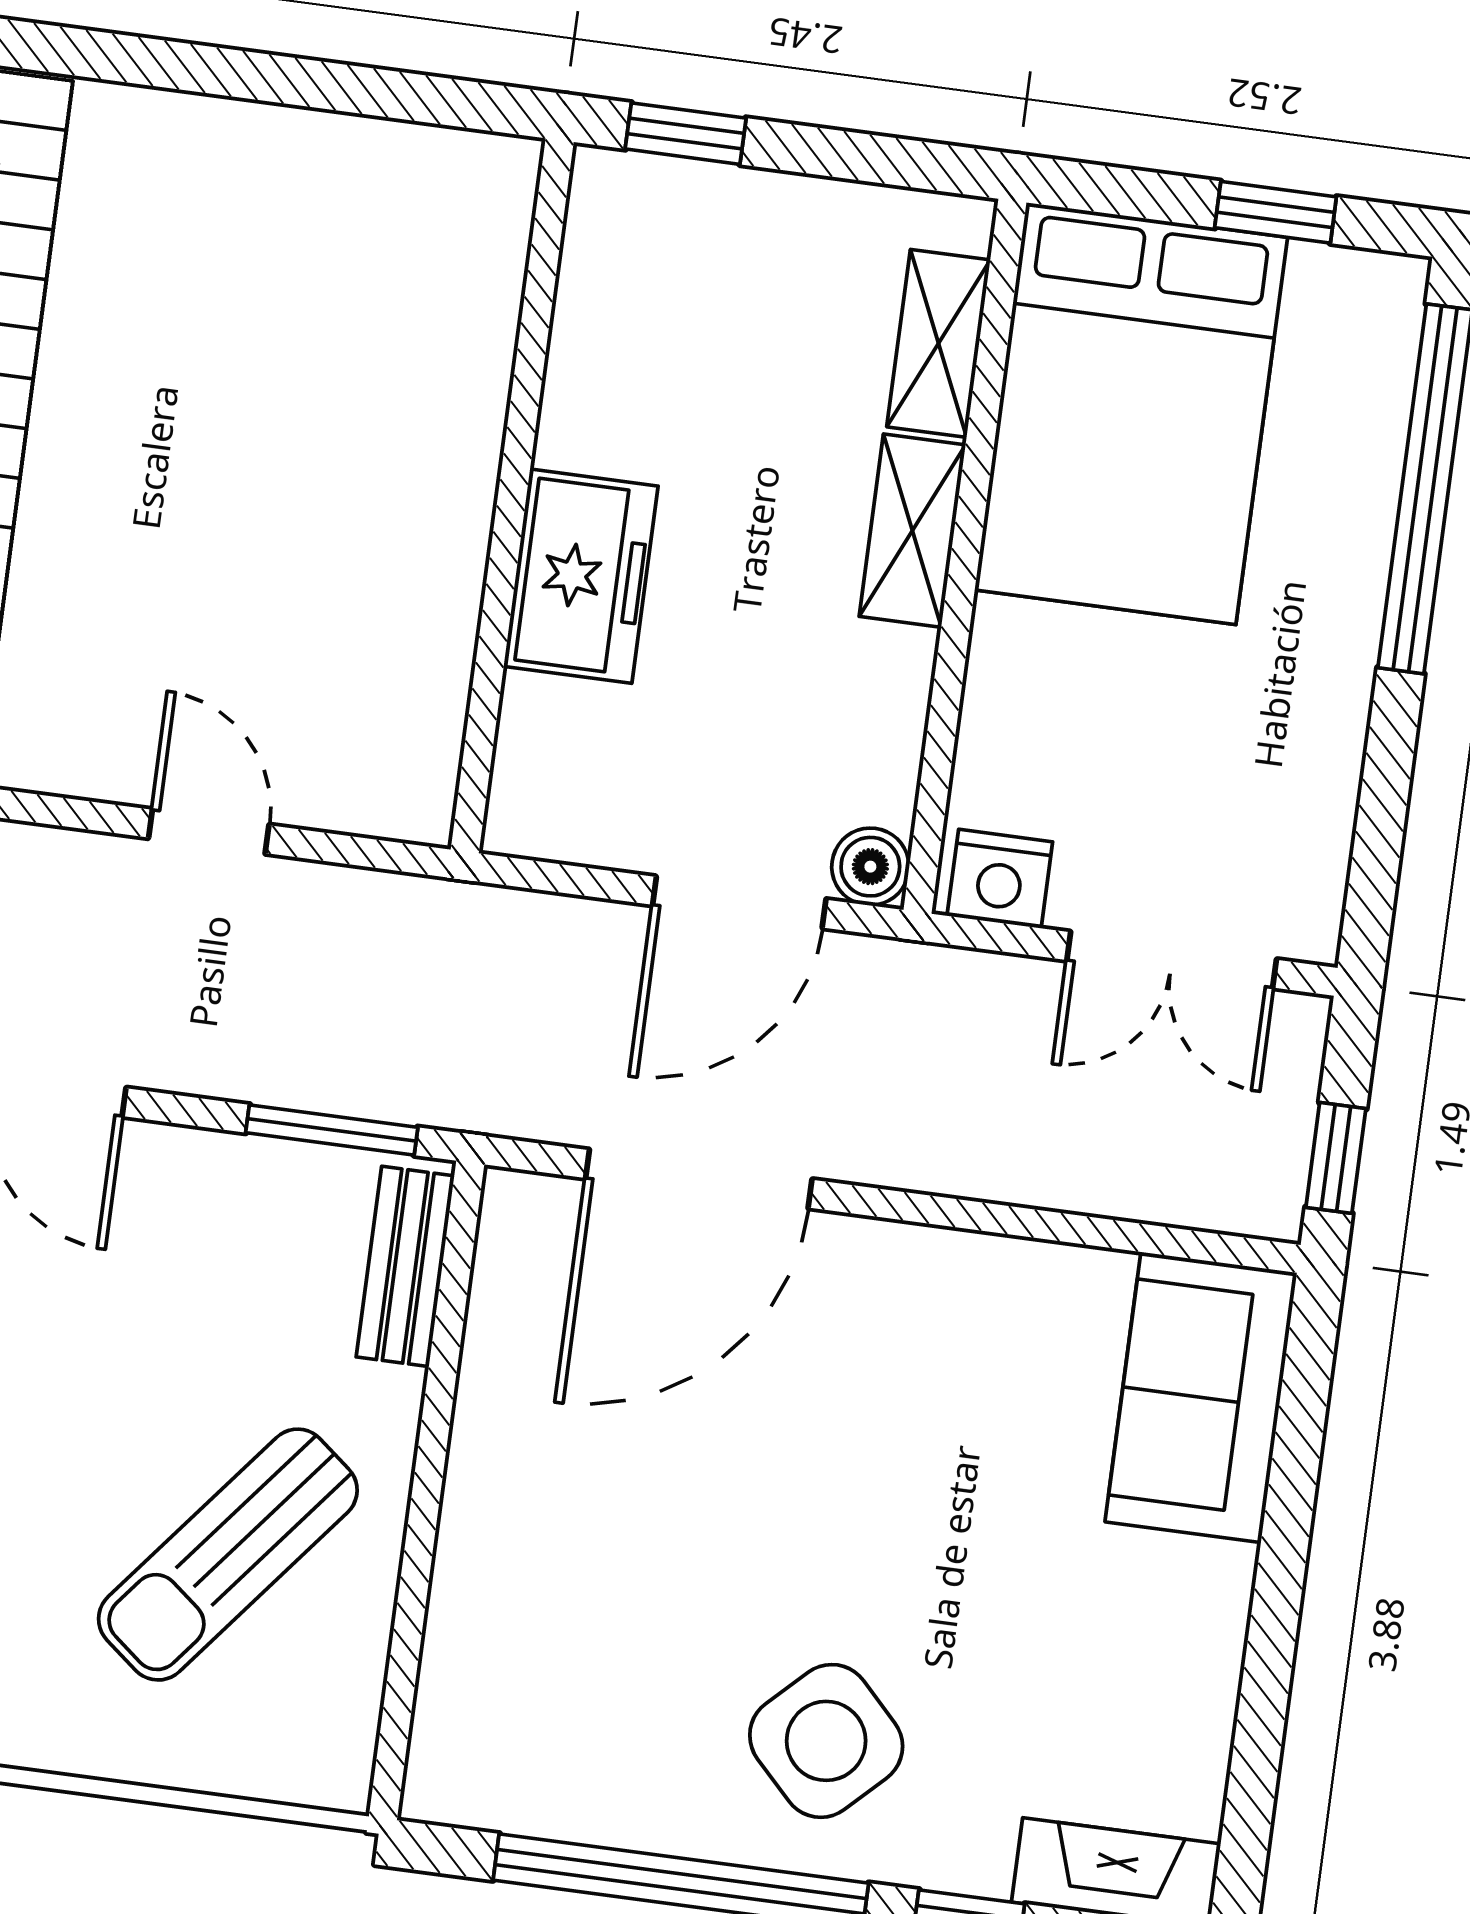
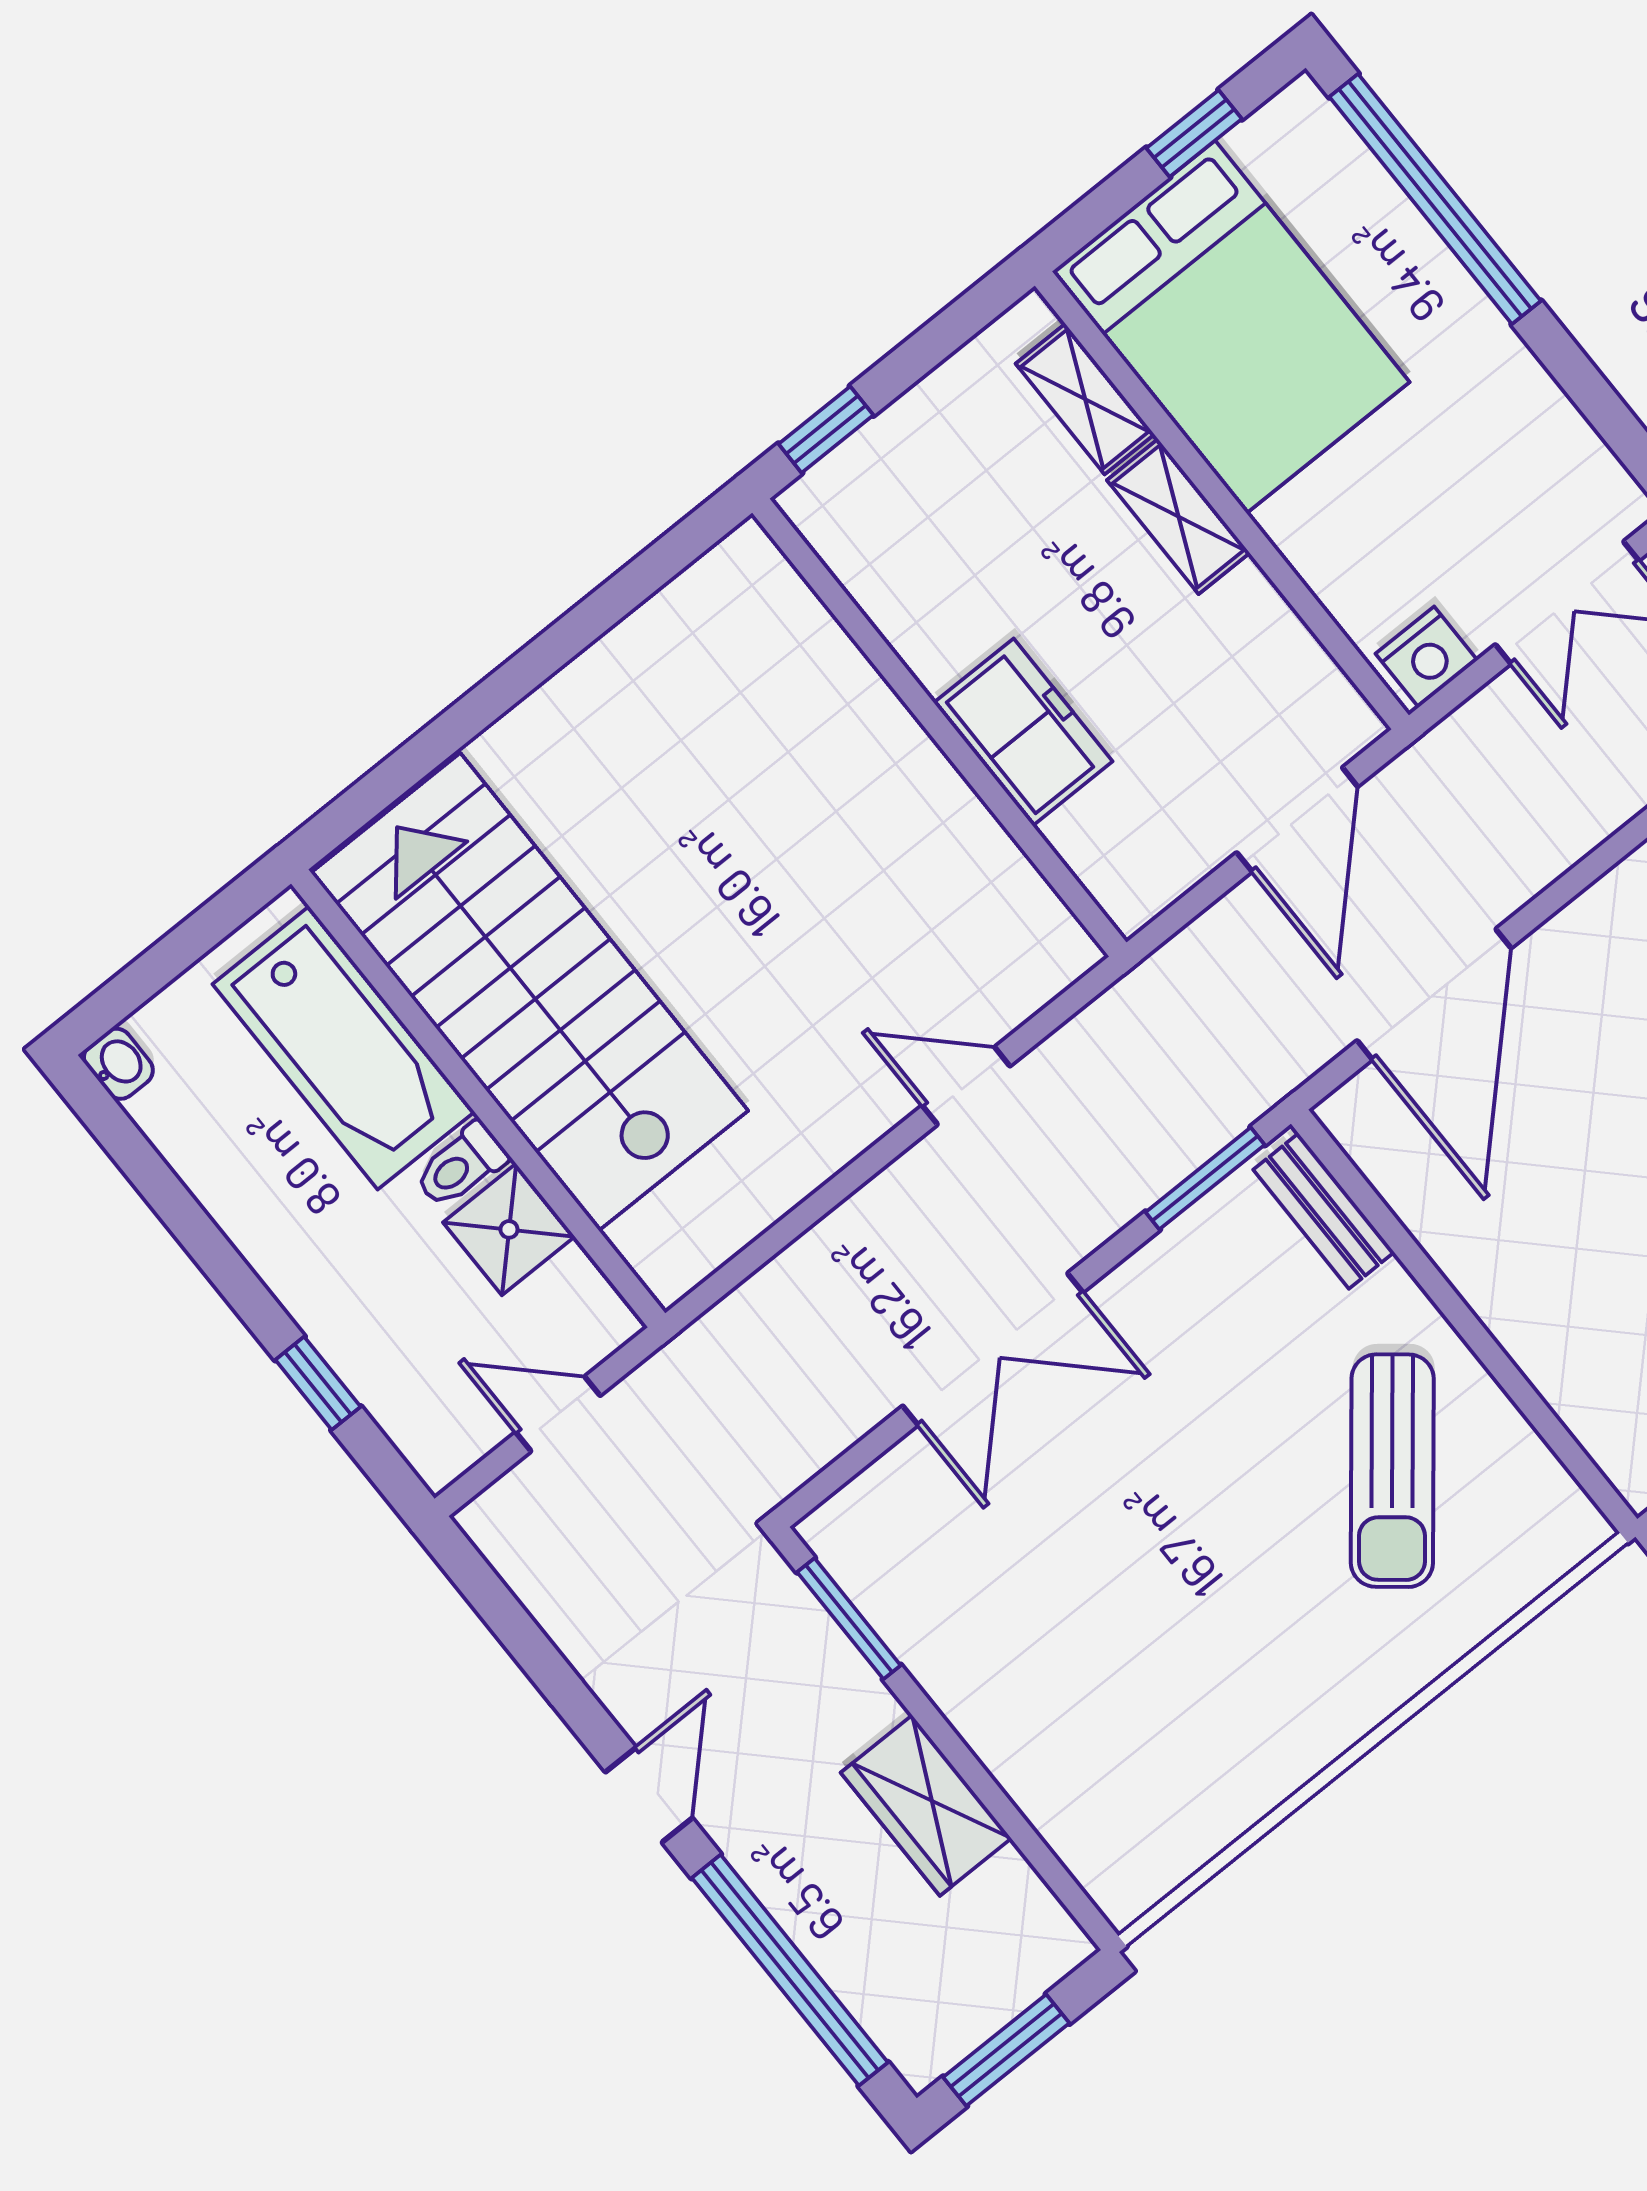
boiler: (870, 867) -> (1349, 725), removed

